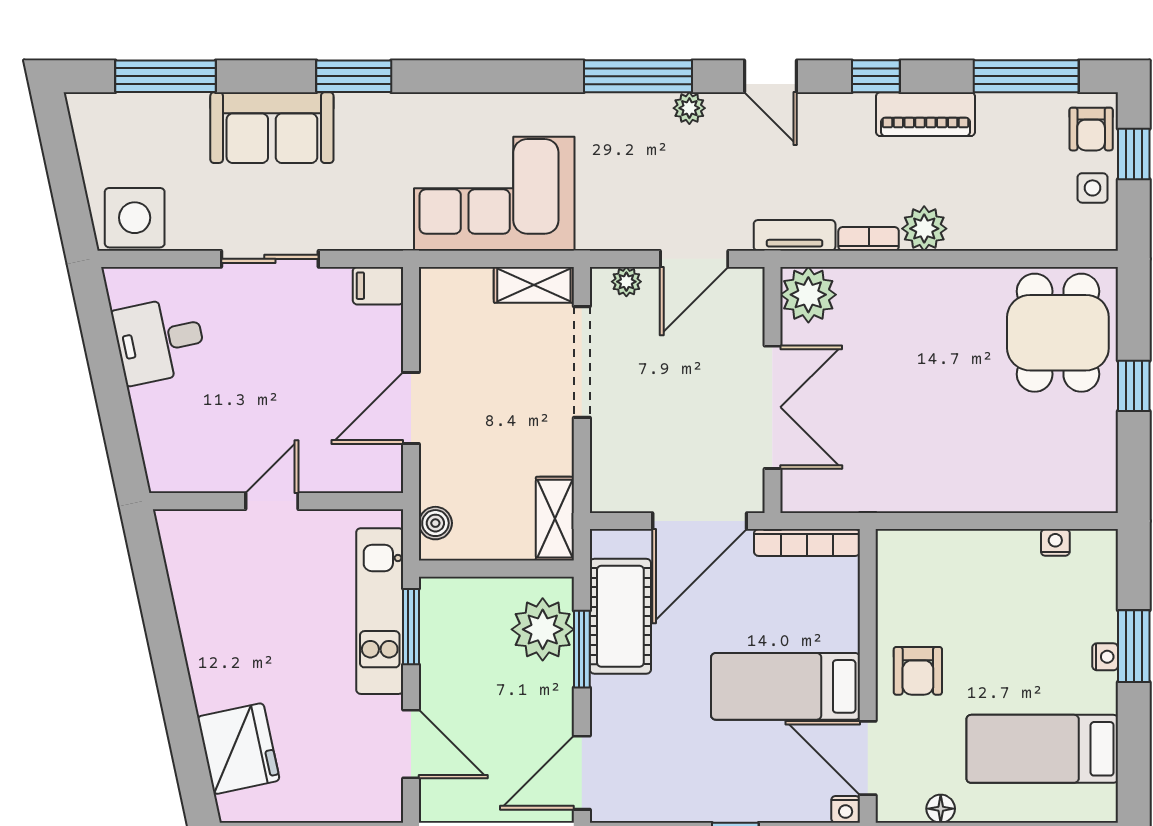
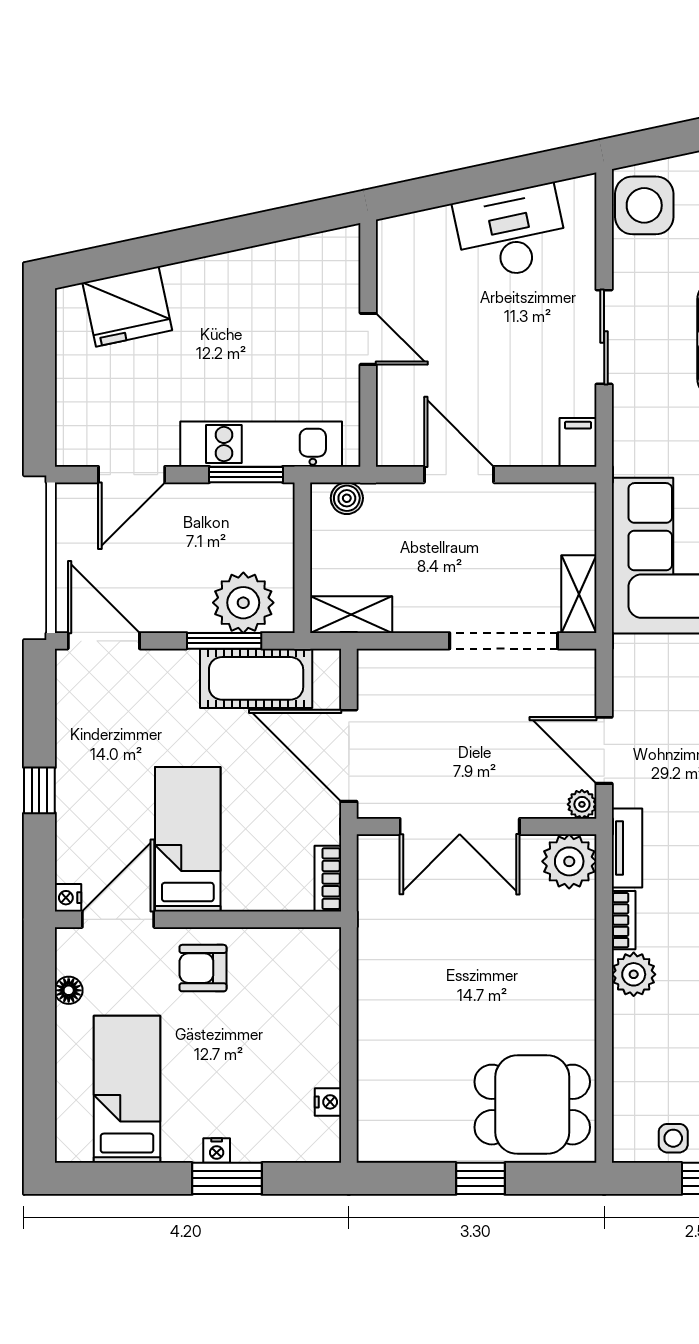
plant: (626, 282) -> (582, 804), moved
desk: (160, 340) -> (511, 233), width x1.37
bookcase: (807, 542) -> (328, 879), width x0.64

